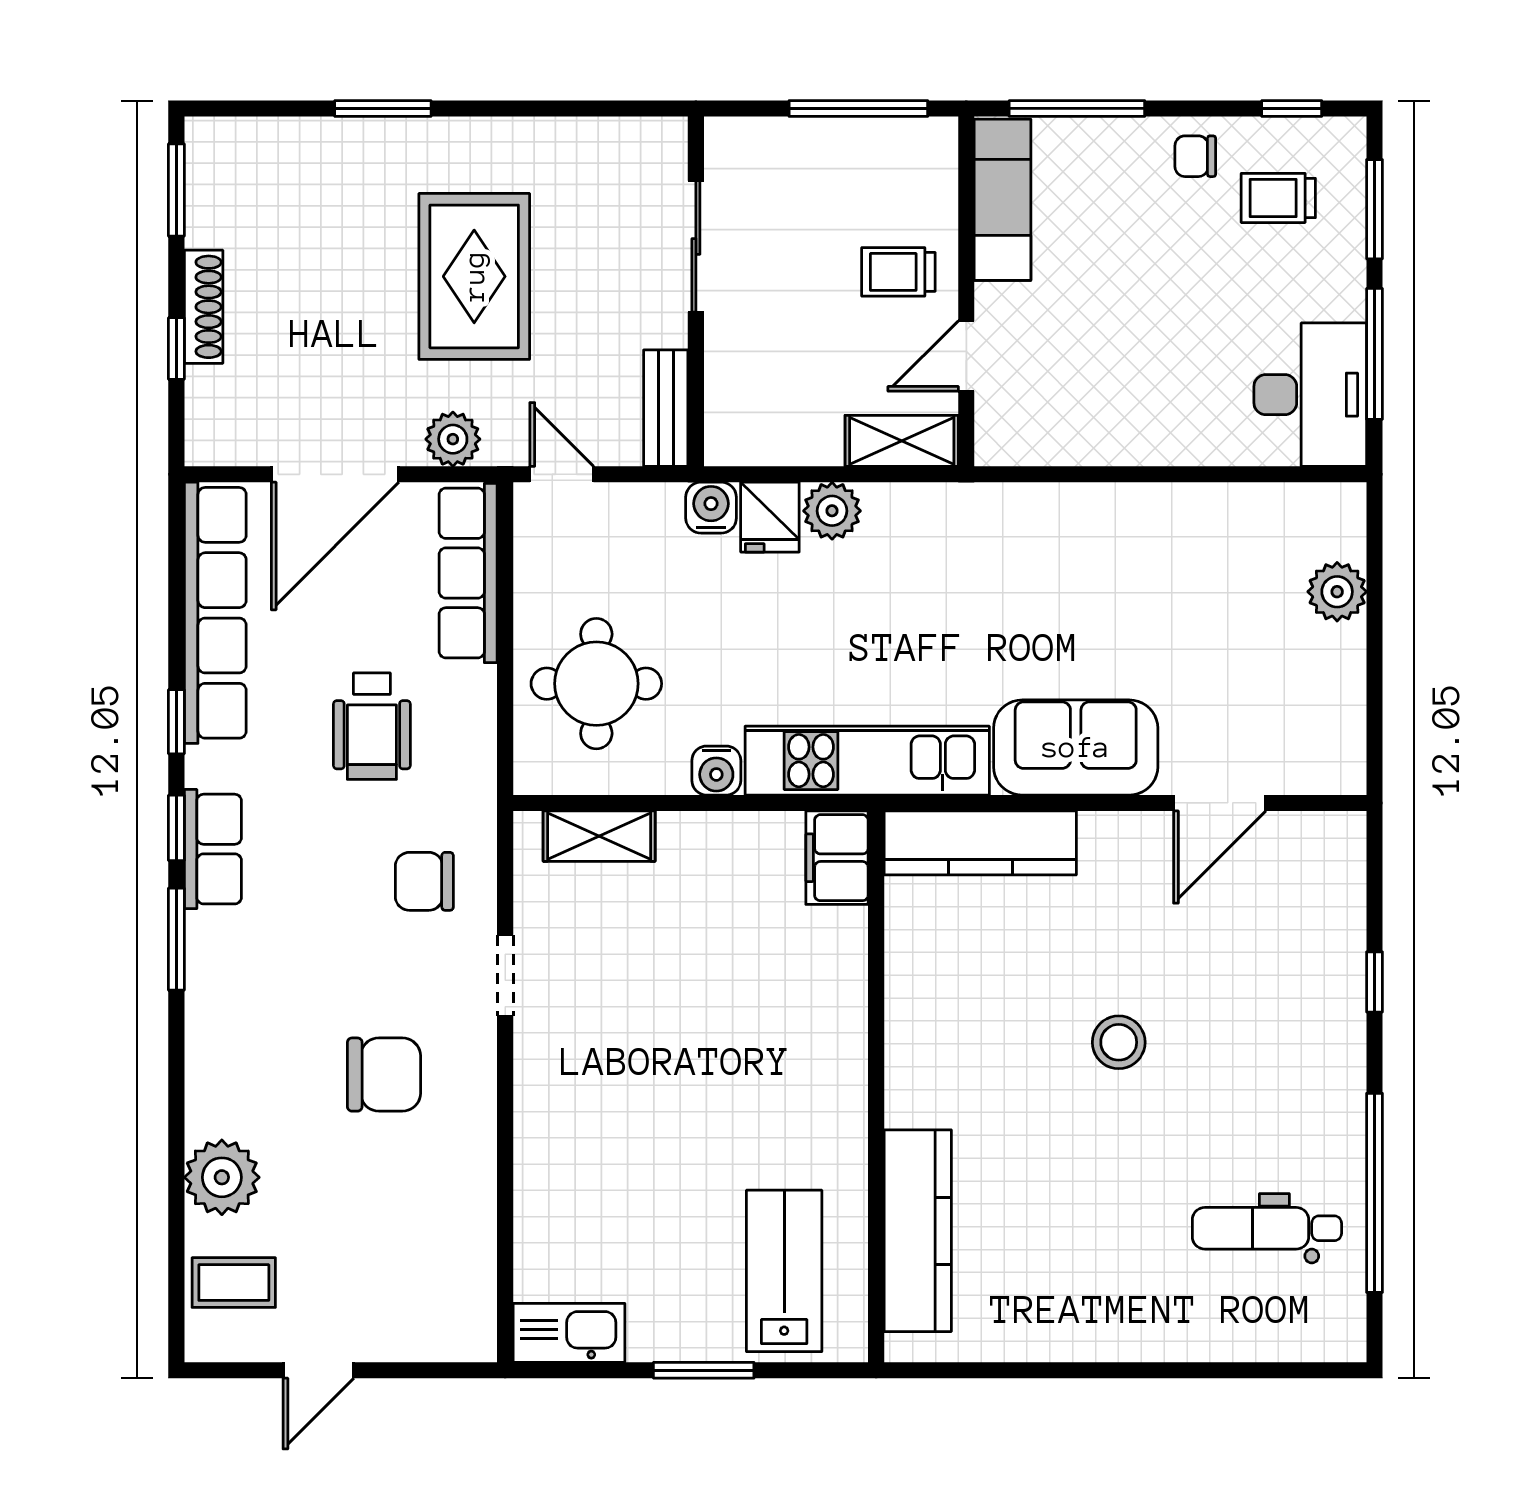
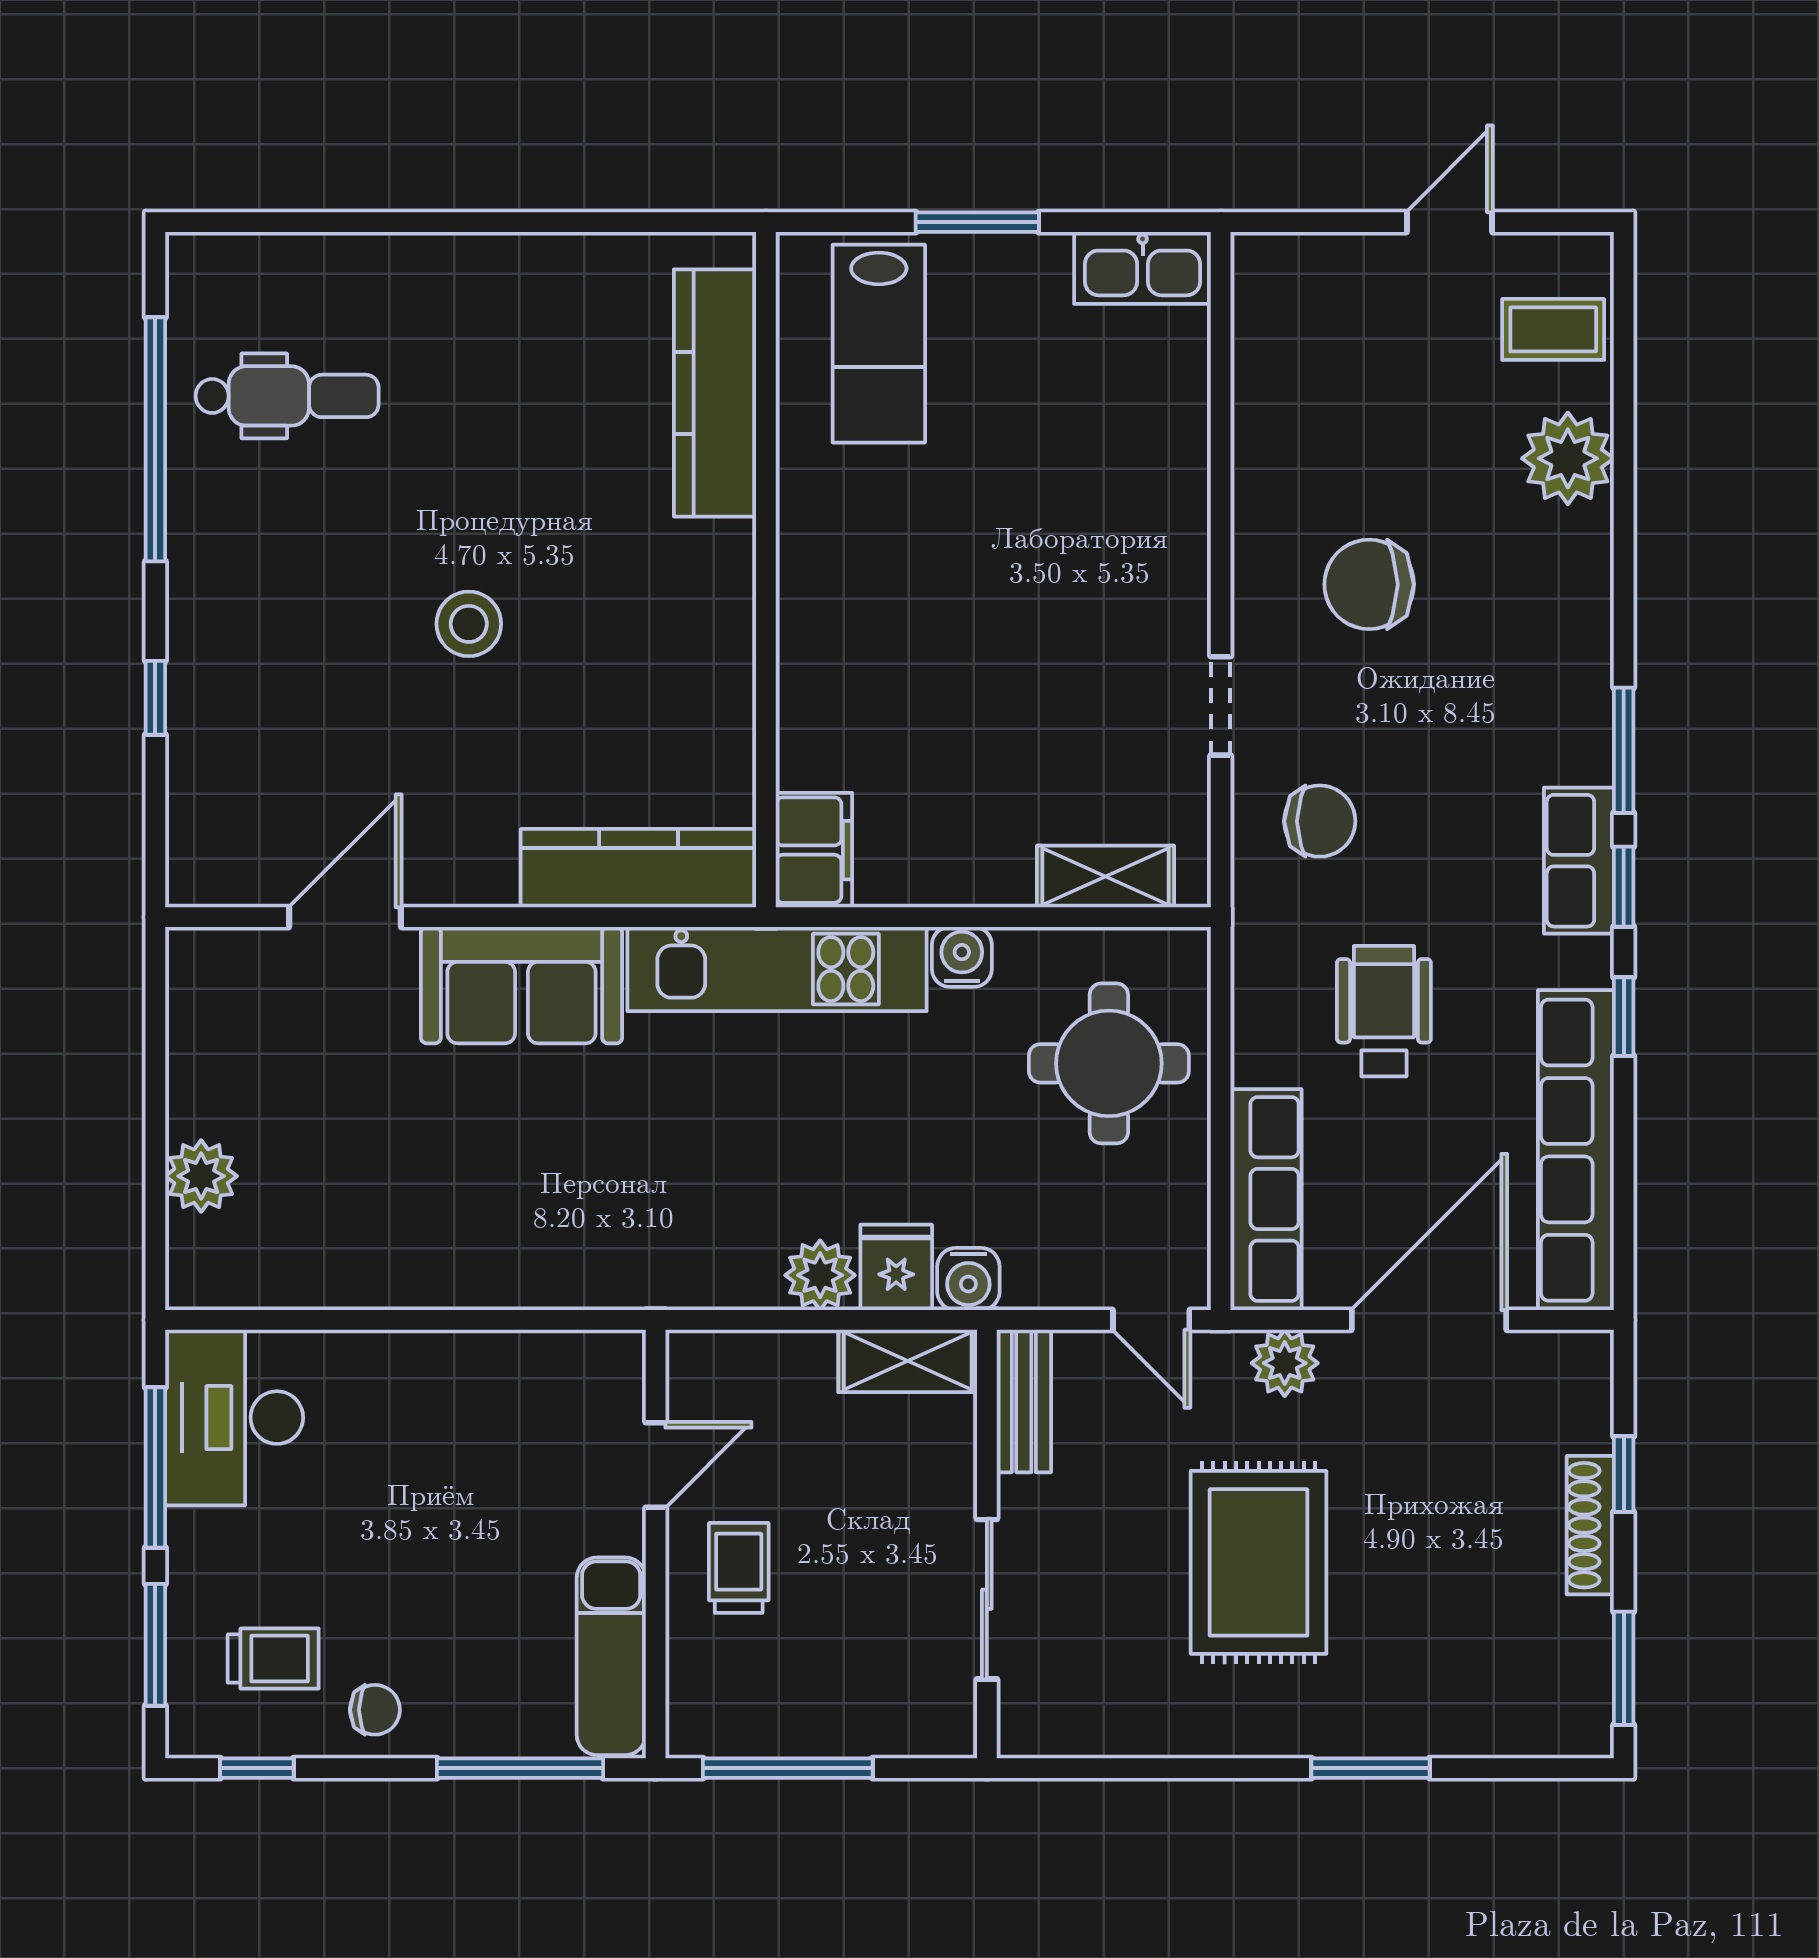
trolley: (898, 272) -> (739, 1568), turned -90
shelving: (902, 441) -> (908, 1361), moved

